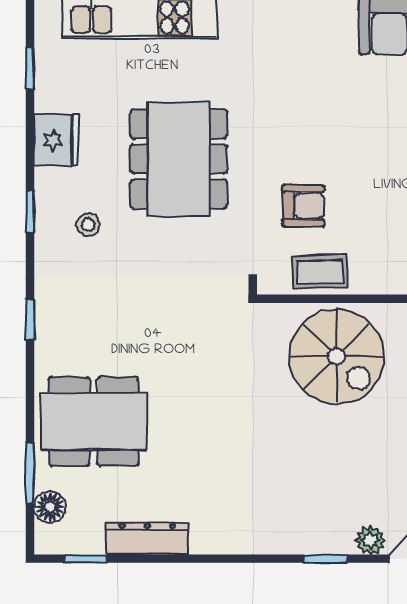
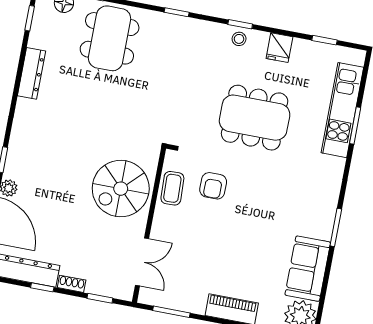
fridge: (56, 140) -> (279, 48), width x0.72
stool: (88, 225) -> (239, 39), moved
dresser: (147, 538) -> (31, 73), moved

